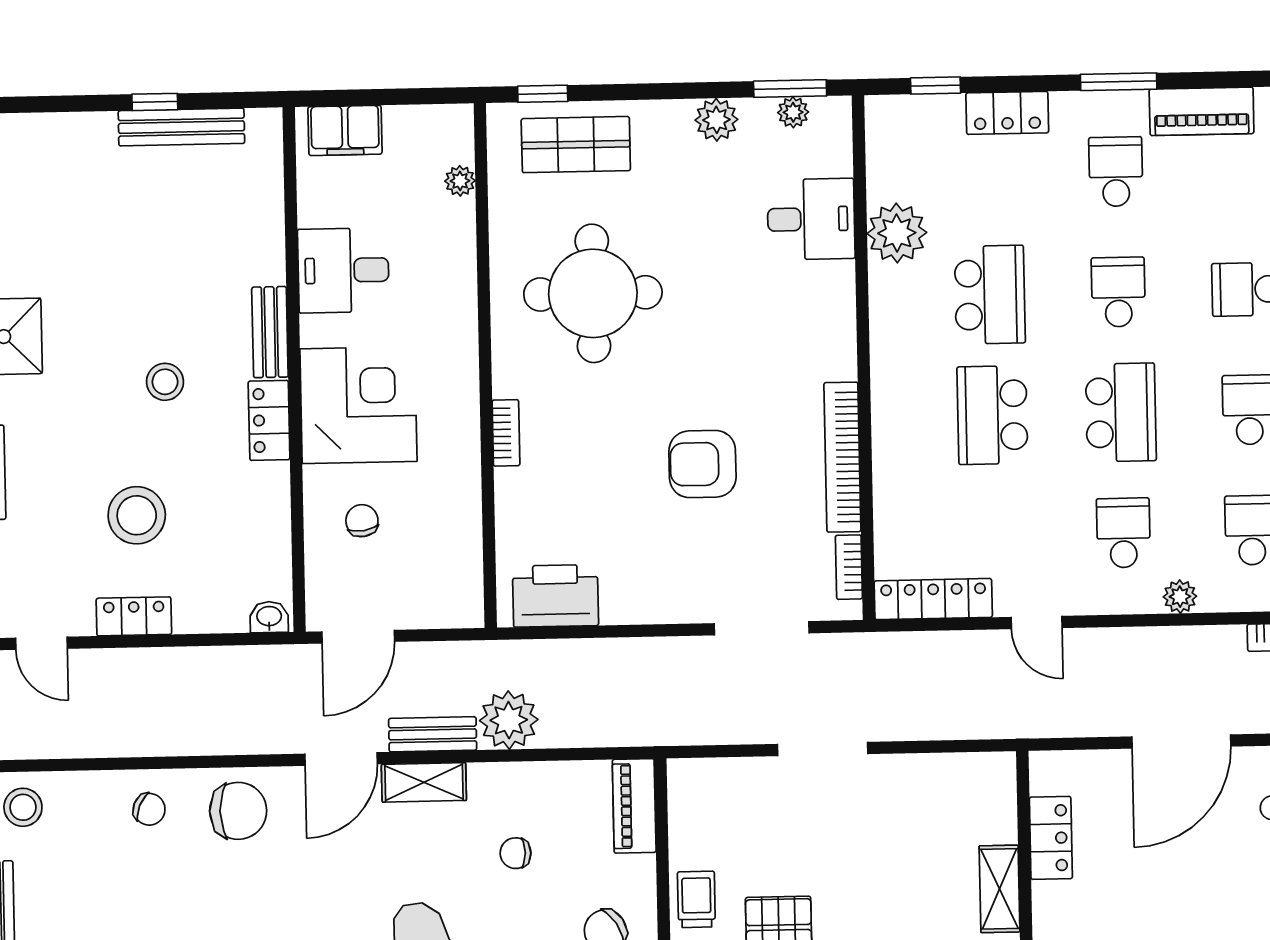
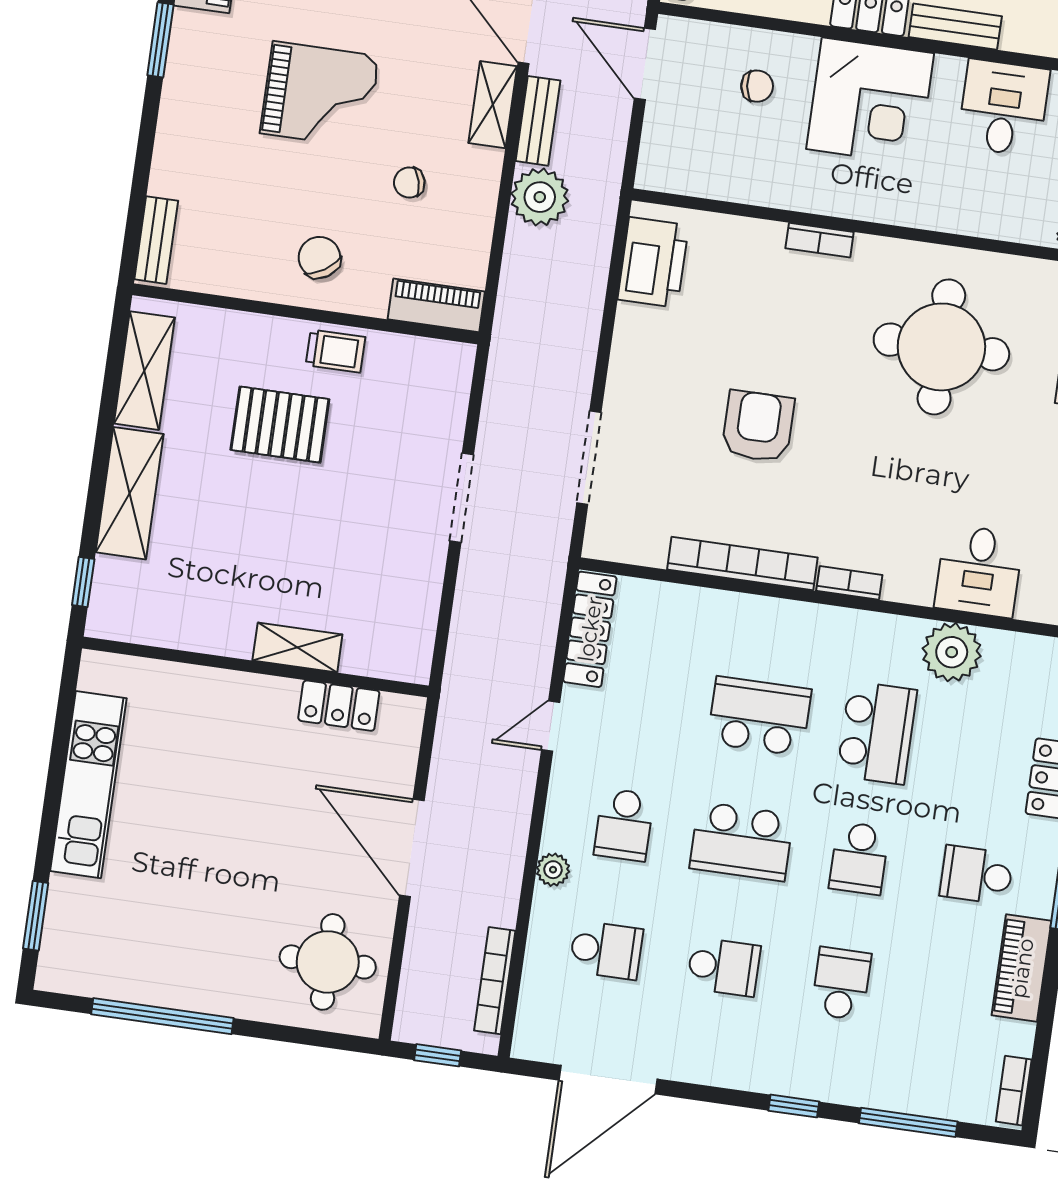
school desk: (1116, 172) -> (977, 875), turned 180
school desk: (1118, 292) -> (859, 858), turned 90
school desk: (990, 295) -> (877, 733), turned -90
school desk: (1123, 533) -> (624, 825), turned 90
bookcase: (849, 567) -> (849, 583), moved
chair: (516, 853) -> (409, 182), turned -105

